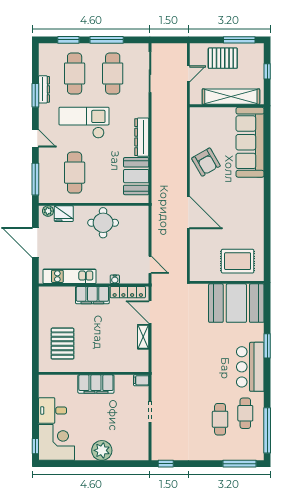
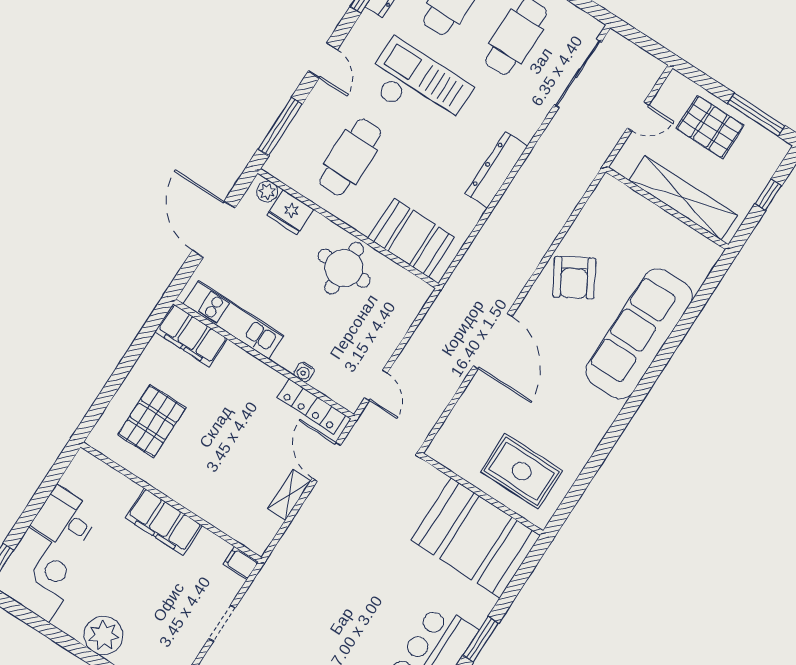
sofa: (250, 142) -> (639, 334), moved
booth: (136, 176) -> (411, 238), moved, turned 90
filing cabinet: (92, 295) -> (191, 335), moved

